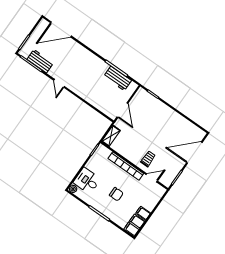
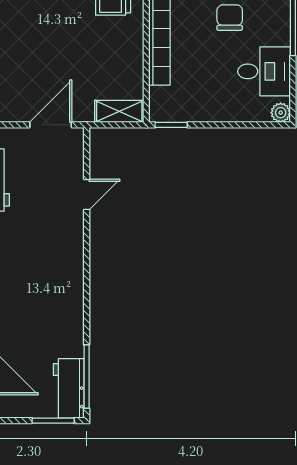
workbench: (40, 61) -> (69, 388), moved
door: (59, 83) -> (87, 195), moved
desk: (87, 181) -> (264, 71), moved, turned -90

